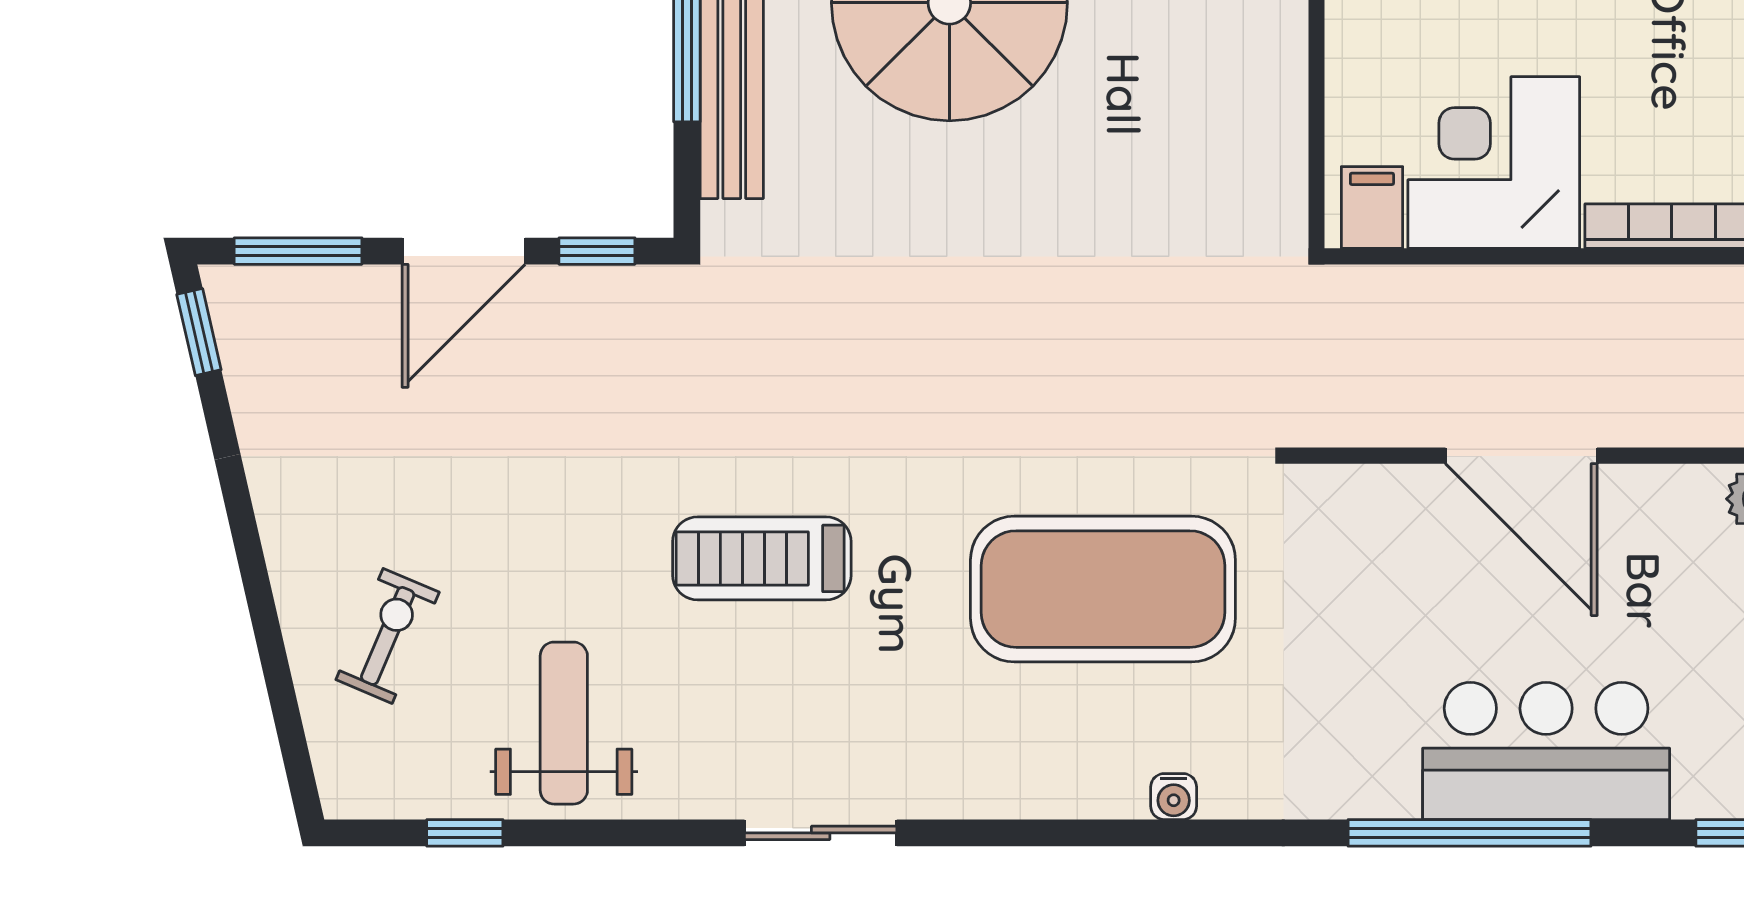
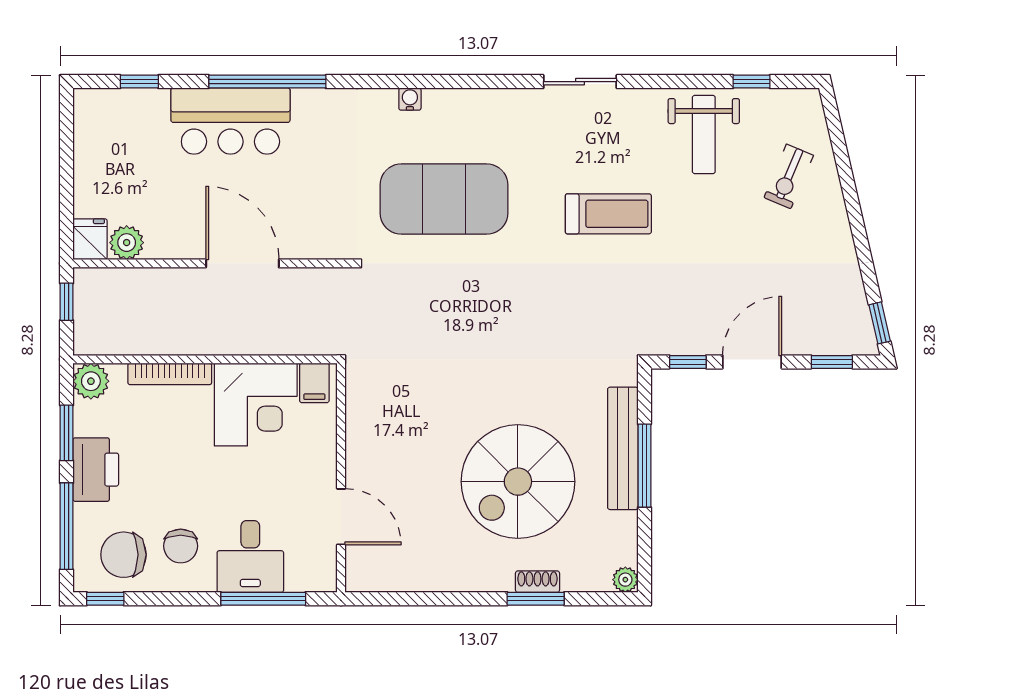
window: (298, 251) -> (832, 362), width x0.67

